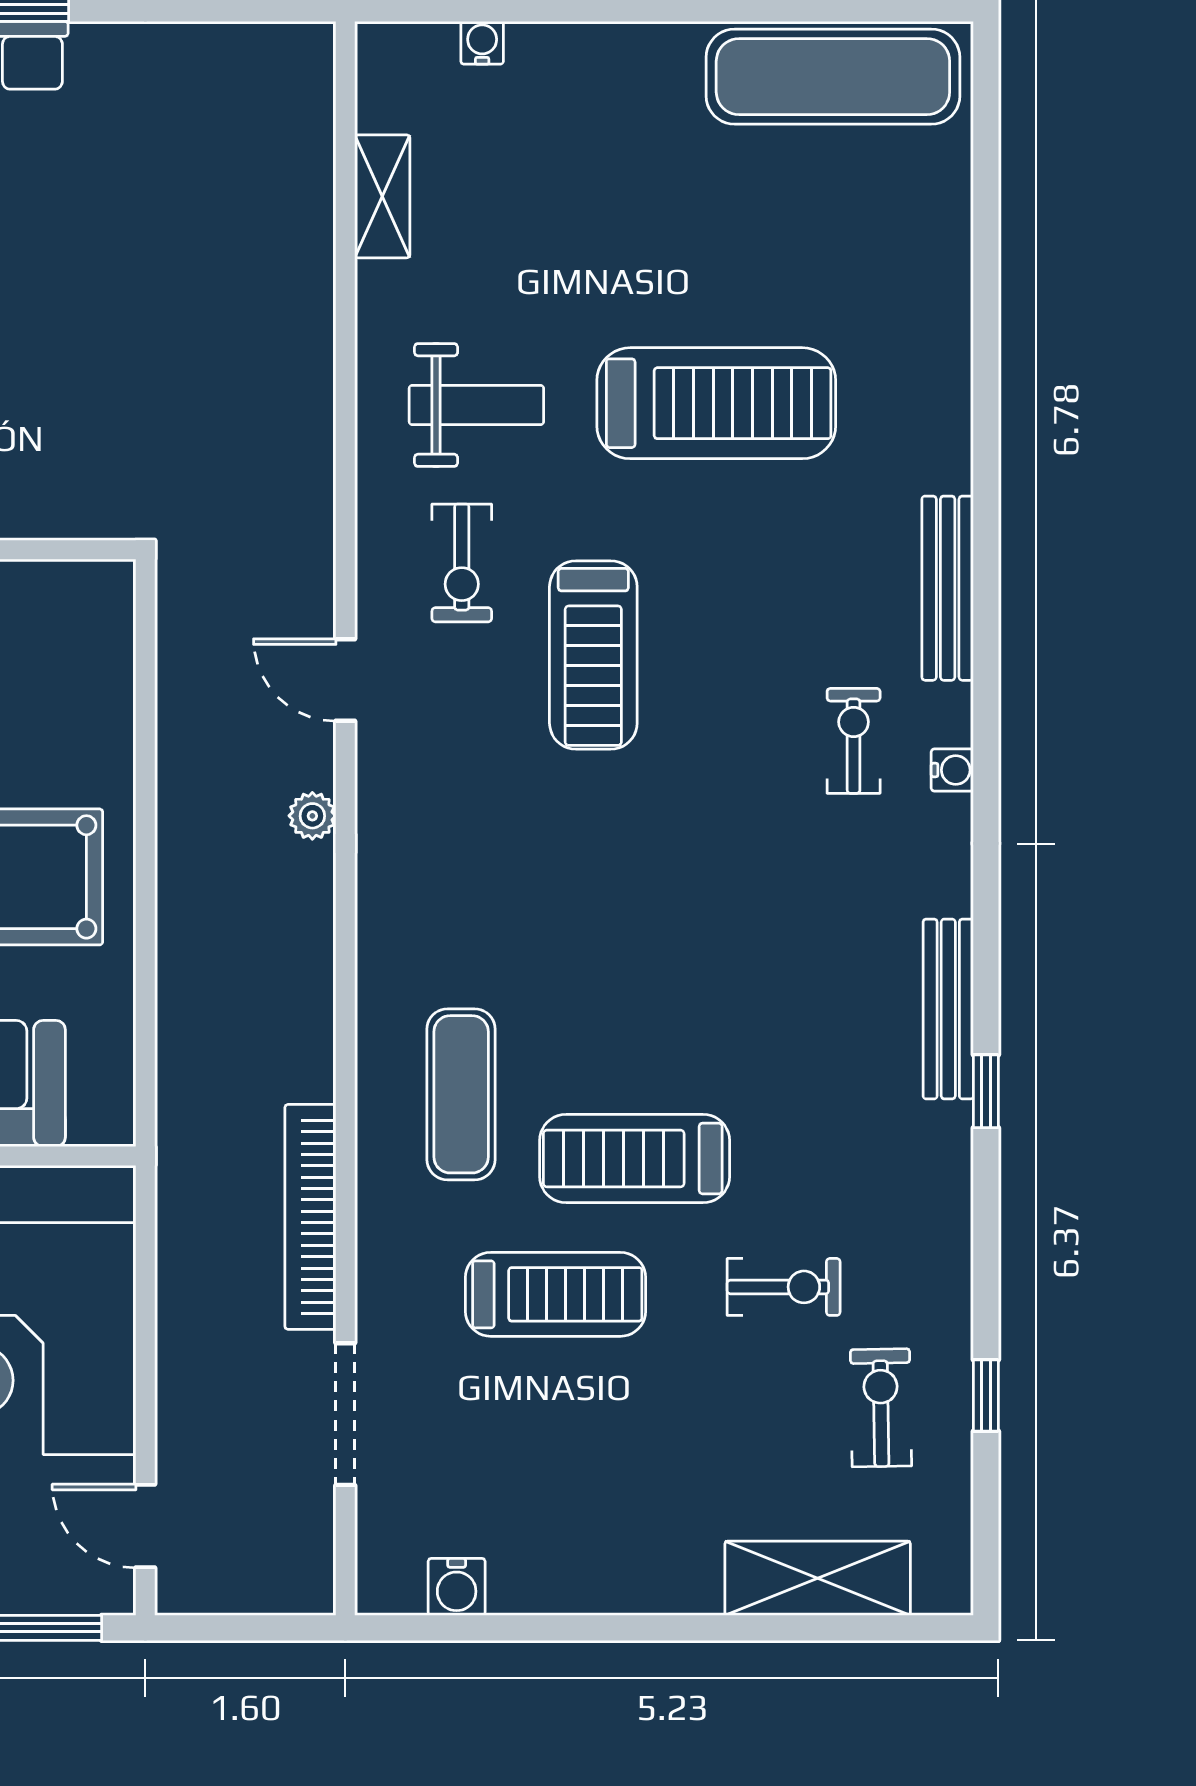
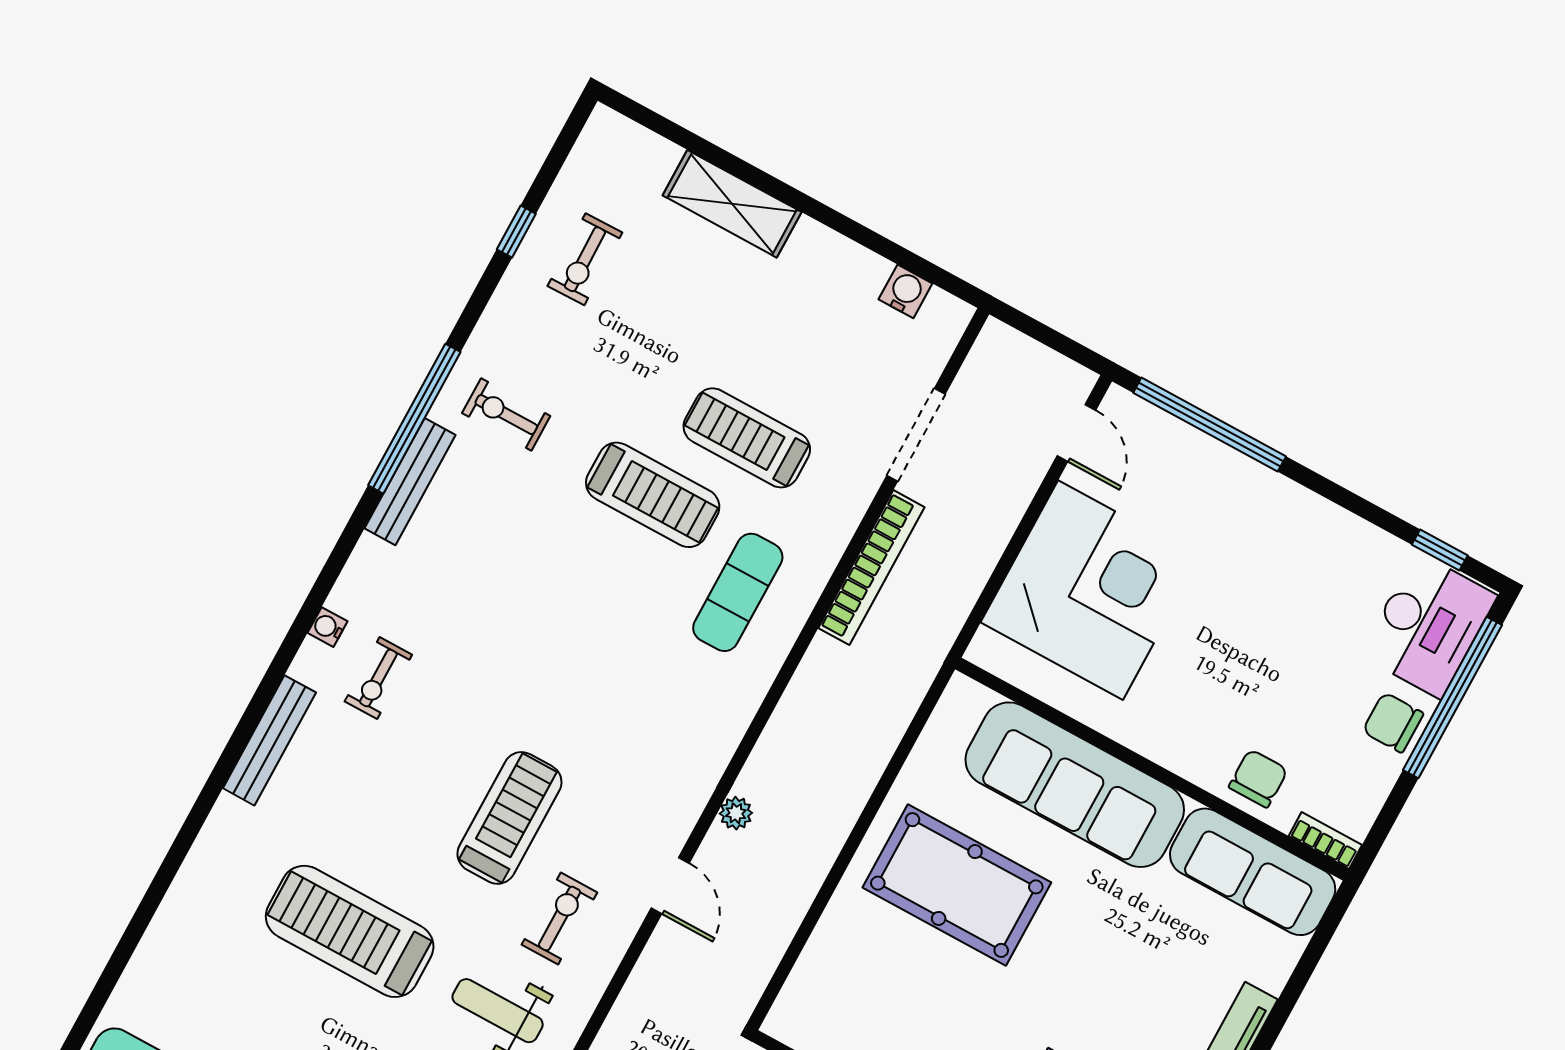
window: (986, 1091) -> (414, 419), width x3.17
exercise bike: (784, 1287) -> (506, 415), moved
shelving: (818, 1578) -> (732, 204), moved

